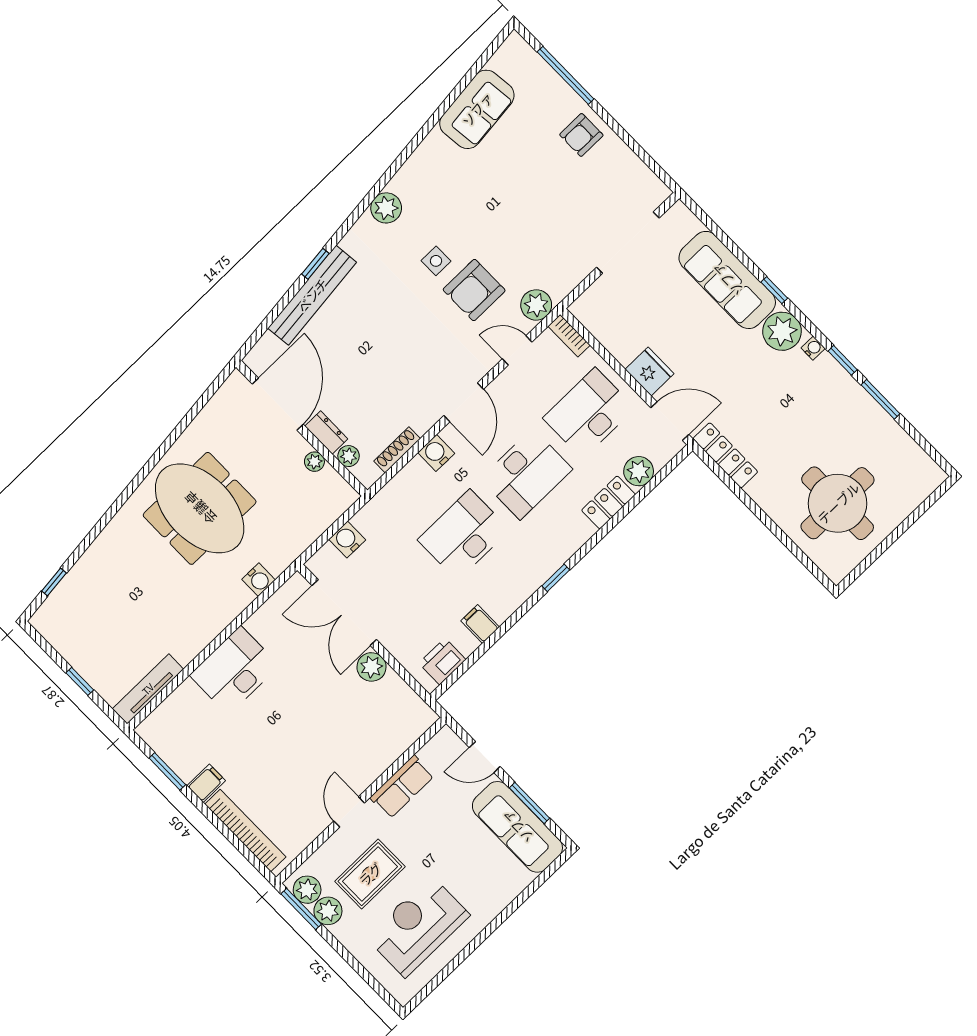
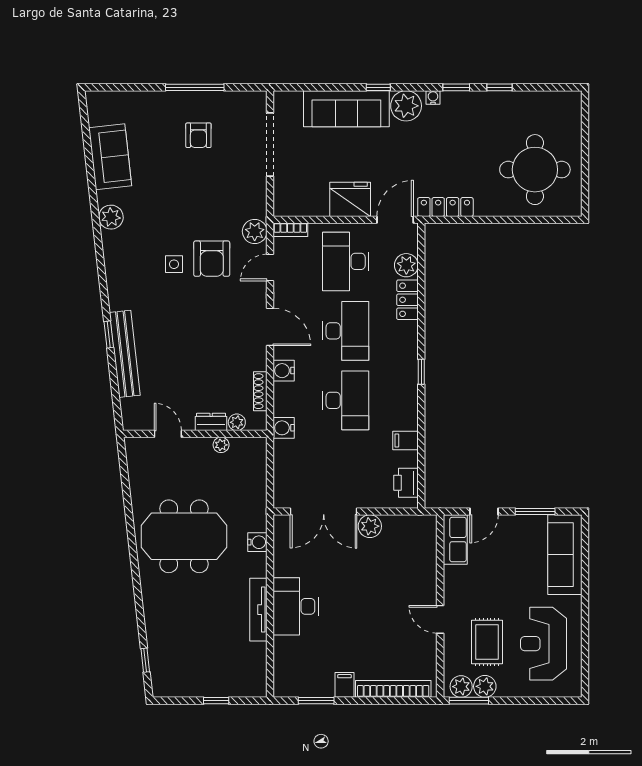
window: (566, 75) -> (195, 87), moved
armchair: (581, 135) -> (198, 135), moved
plant: (386, 208) -> (111, 217), moved
fridge: (650, 371) -> (350, 199), width x1.36, depth x1.34
window: (881, 399) -> (500, 87), width x0.67
door: (278, 404) -> (168, 434), width x0.53
desk: (464, 535) -> (346, 400), turned 180
water cooler: (347, 540) -> (284, 428), moved
tv unit: (148, 689) -> (258, 610), moved
row of seats: (402, 787) -> (455, 540), moved
sofa: (517, 827) -> (565, 555), moved, turned 90

